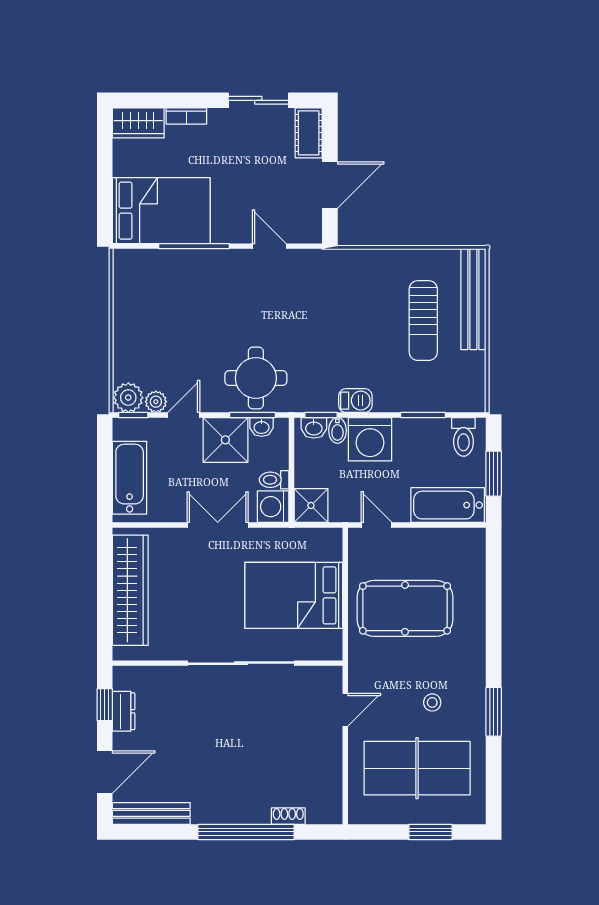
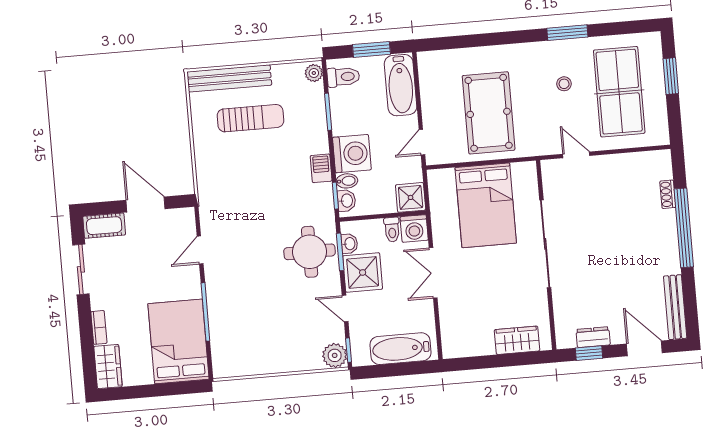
plant: (156, 402) -> (314, 73), moved
wardrobe: (130, 590) -> (517, 340), width x0.48, depth x0.85

